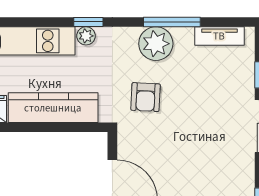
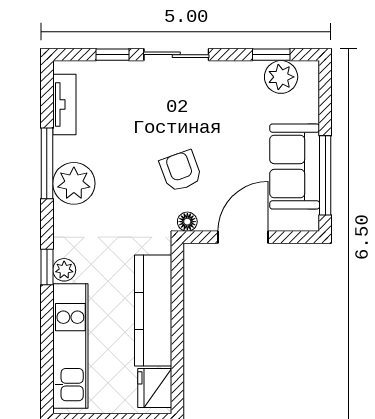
armchair: (146, 97) -> (181, 171), moved, turned -113
floor lamp: (125, 135) -> (187, 222), added

